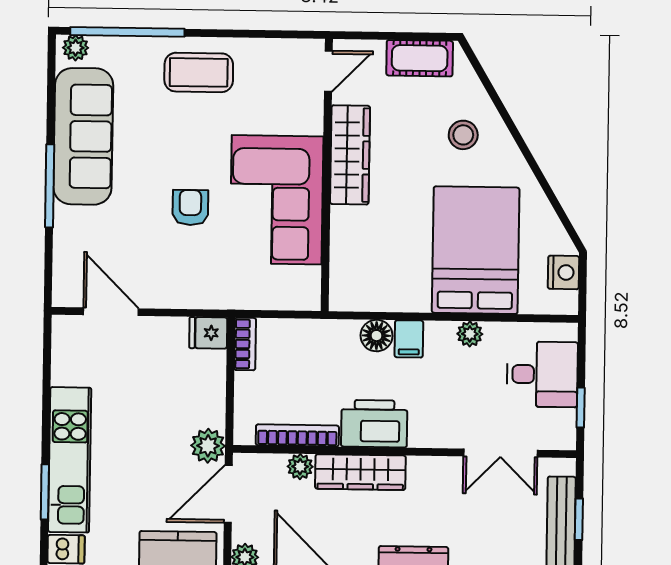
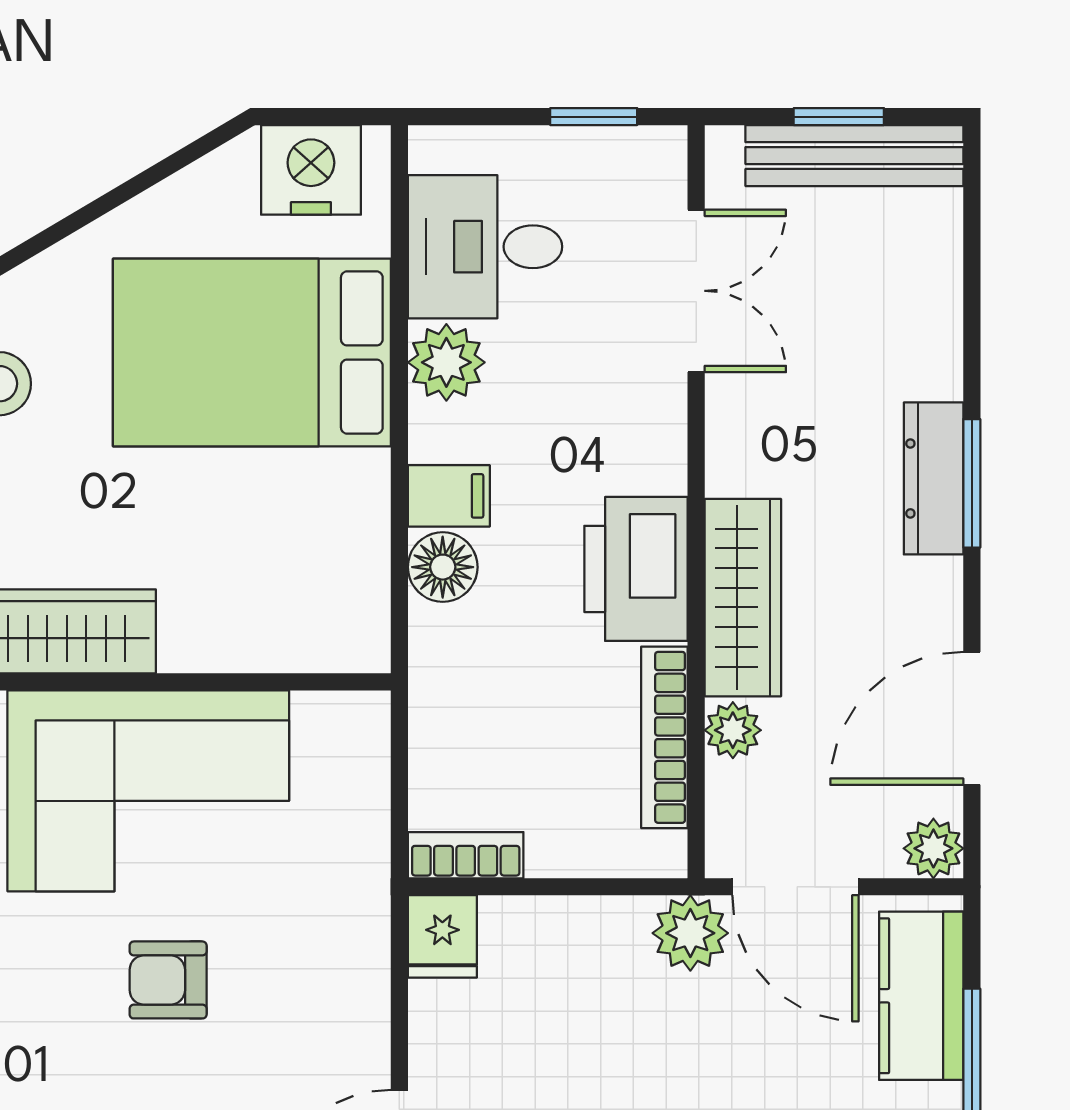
nightstand: (564, 272) -> (311, 170), width x1.36, depth x1.33
plant: (470, 334) -> (446, 362), width x1.38, depth x1.38
desk: (542, 374) -> (485, 247), moved, turned -90

